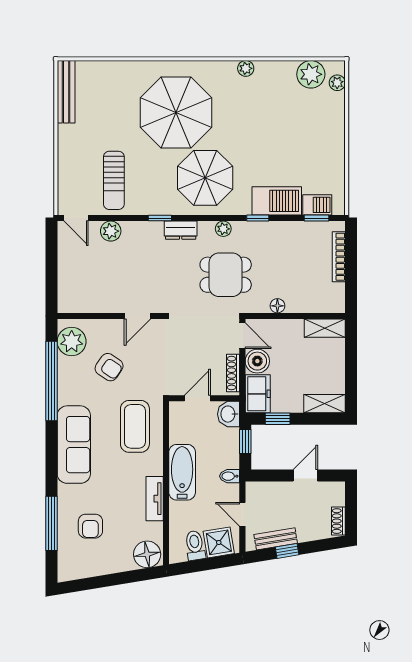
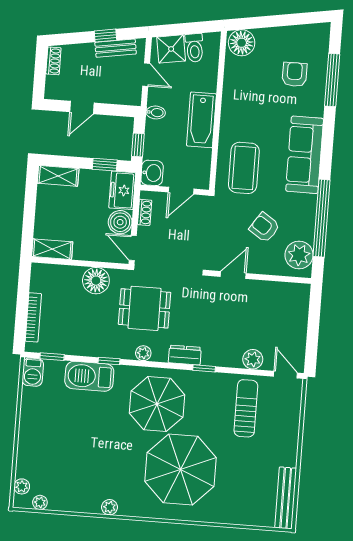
plant: (311, 74) -> (40, 502), width x0.53, depth x0.53
barbecue: (317, 205) -> (33, 372), moved, turned -90
floor lamp: (277, 306) -> (96, 281), width x1.89, depth x1.89
shoe rack: (233, 373) -> (145, 212), width x0.70
tv unit: (155, 499) -> (230, 96), removed

